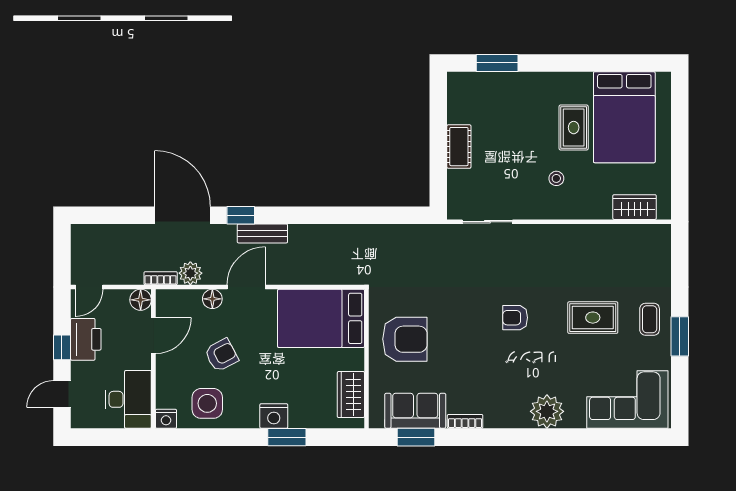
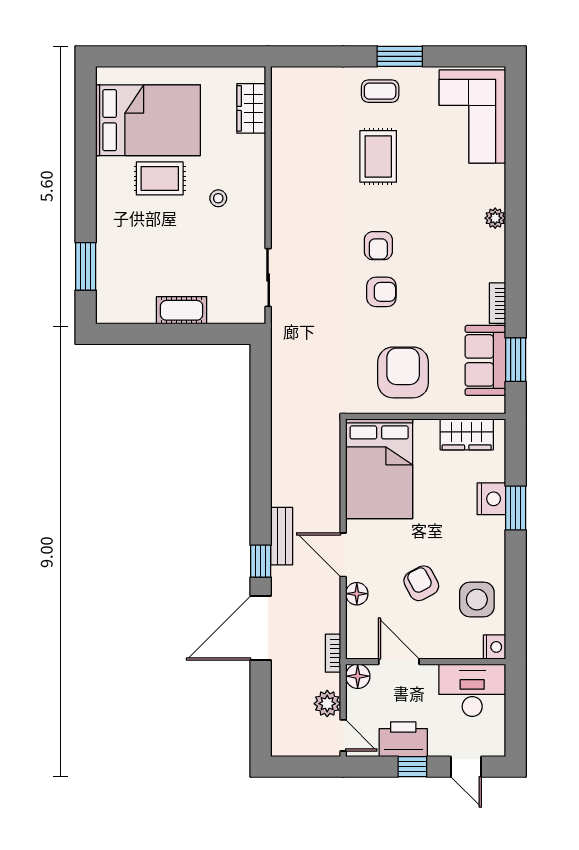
plant: (190, 273) -> (327, 704), moved
armchair: (475, 320) -> (381, 292), added
plant: (547, 411) -> (495, 218), width x0.53, depth x0.53
nightstand: (274, 416) -> (491, 499), moved

